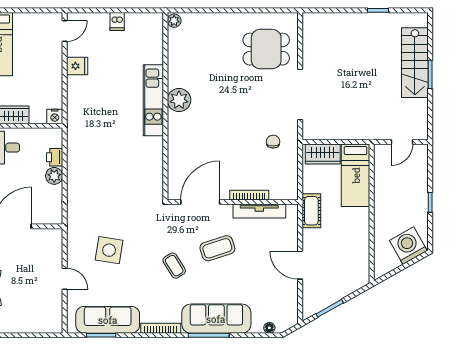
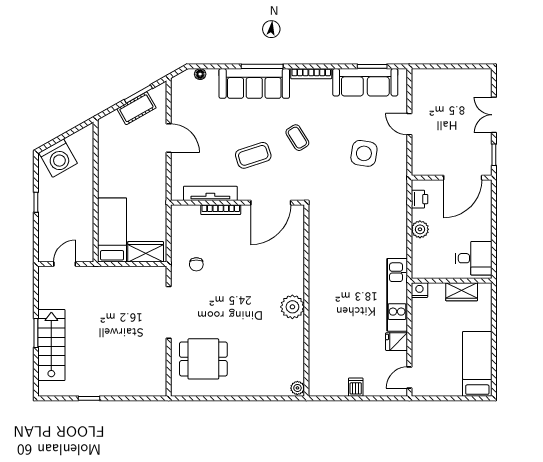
kitchen unit: (153, 100) -> (397, 295), moved, turned 180
printer: (55, 157) -> (419, 199), moved
cot: (311, 211) -> (136, 108), moved, turned 61

